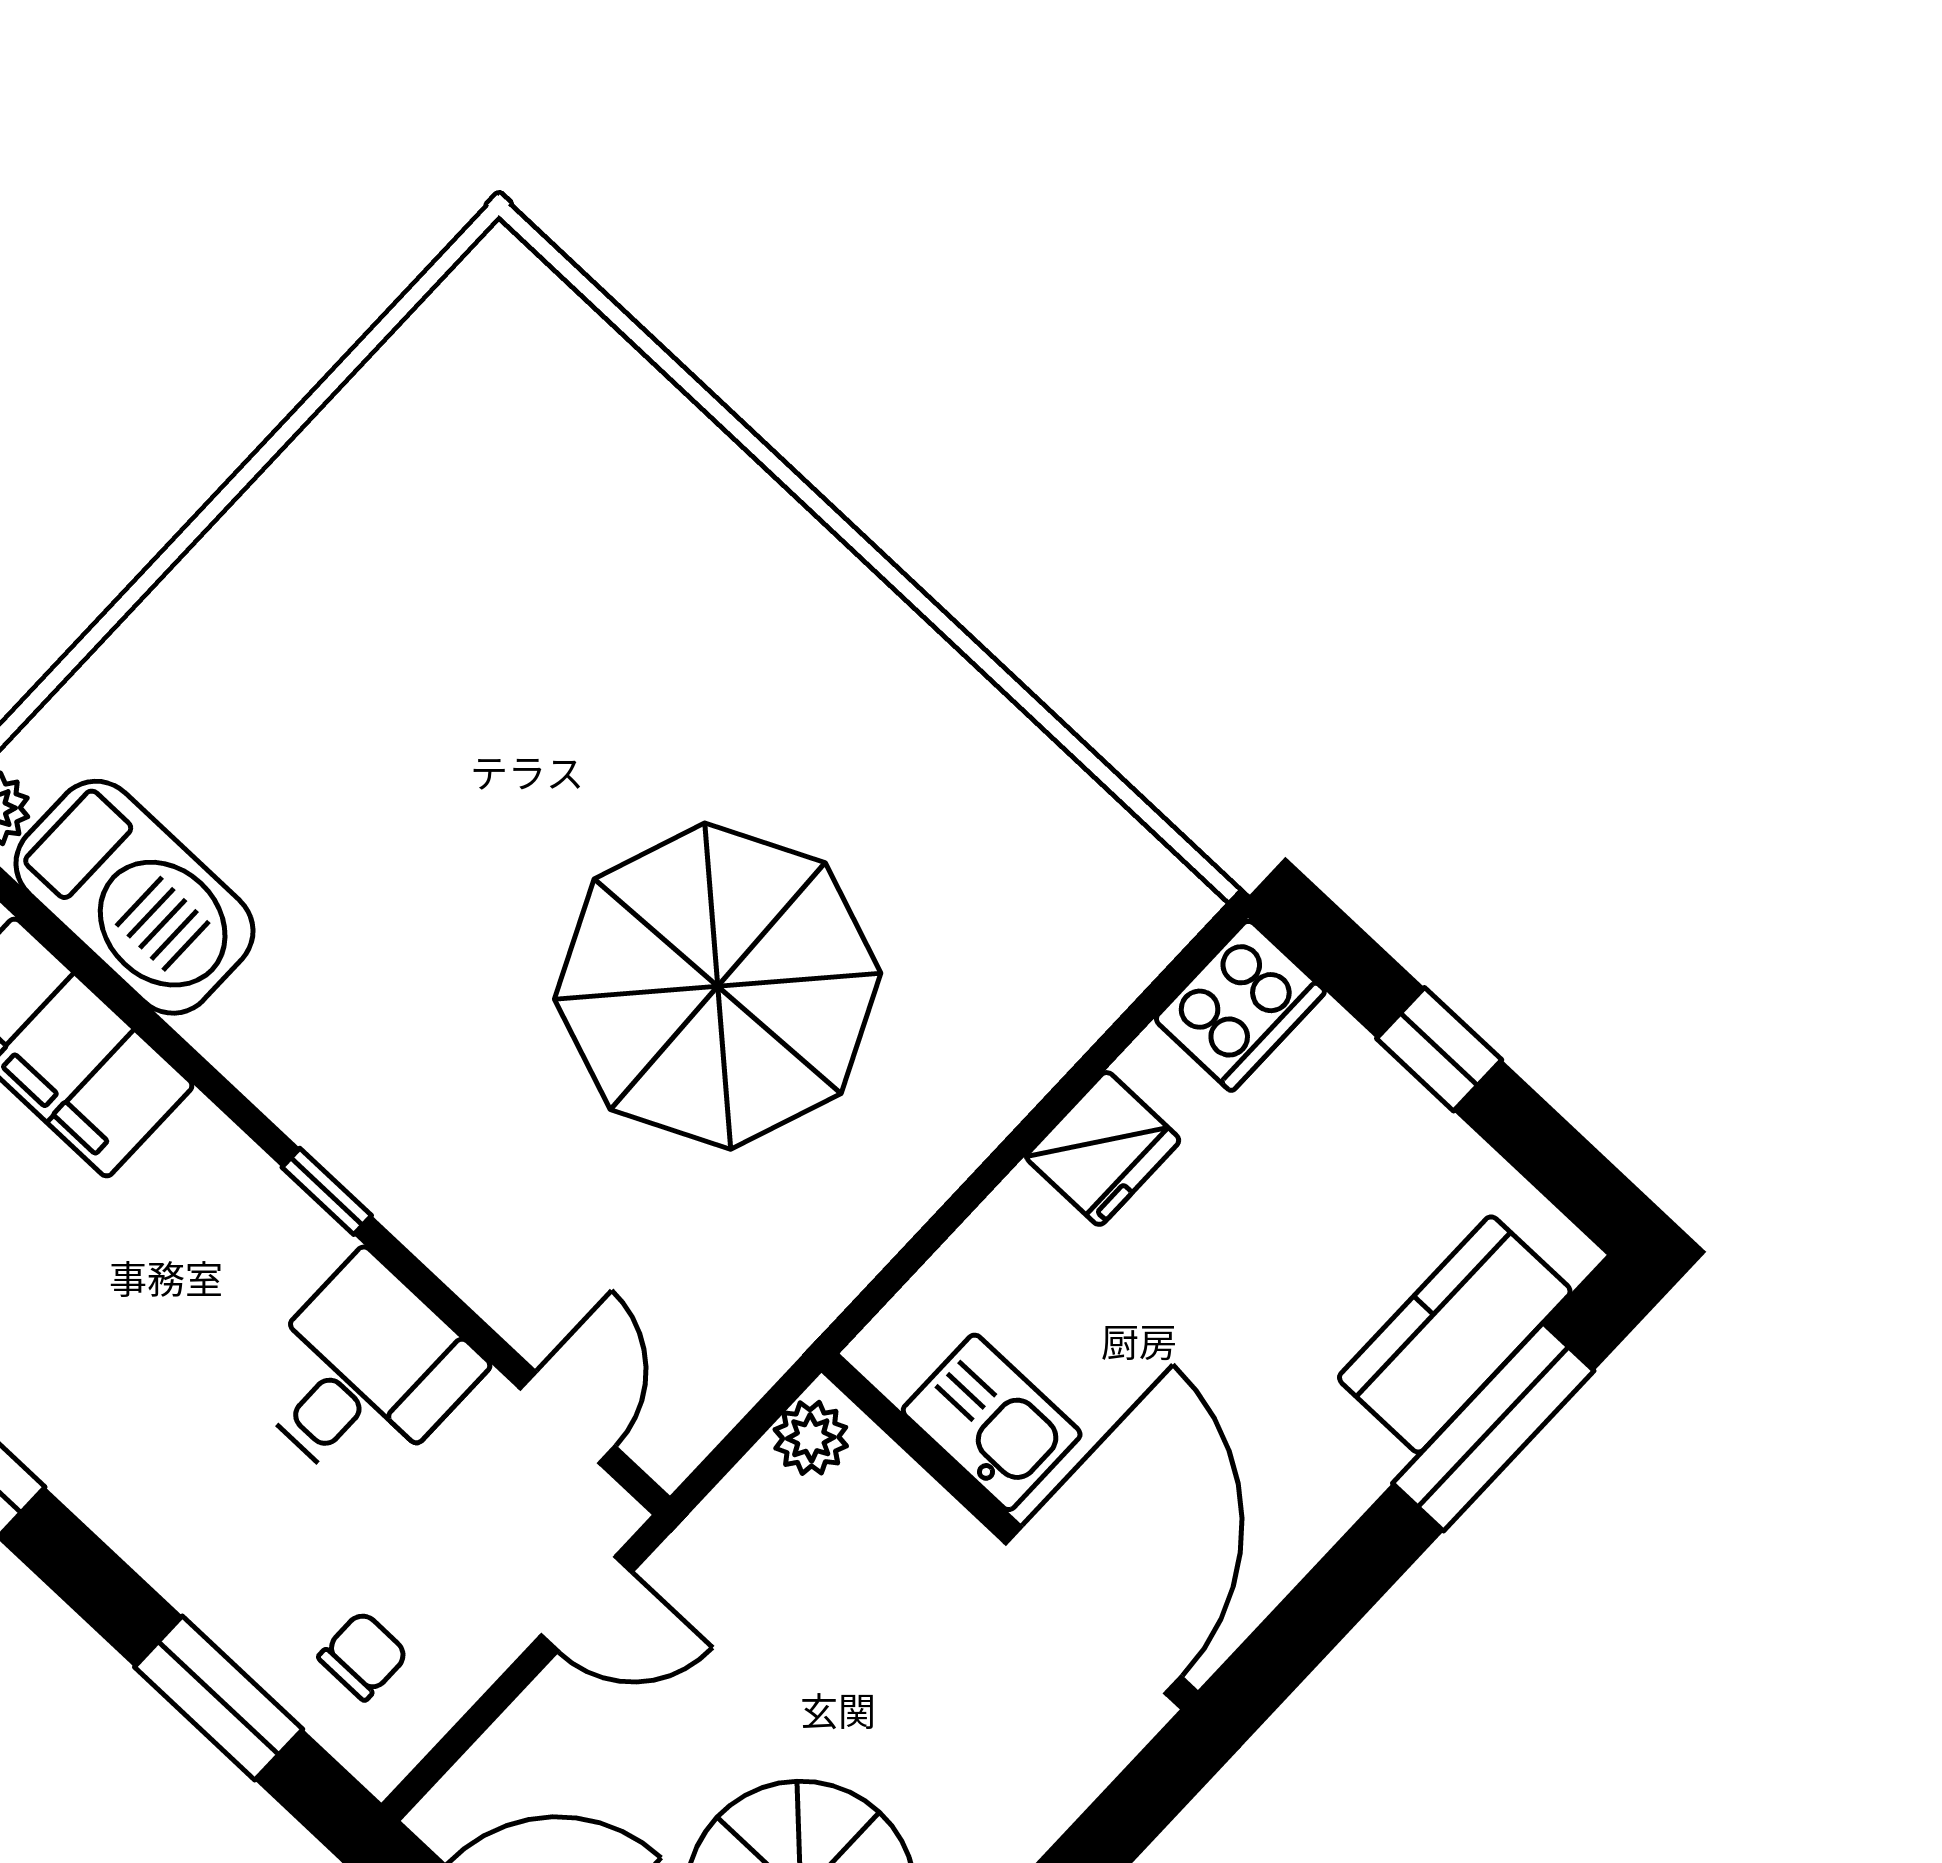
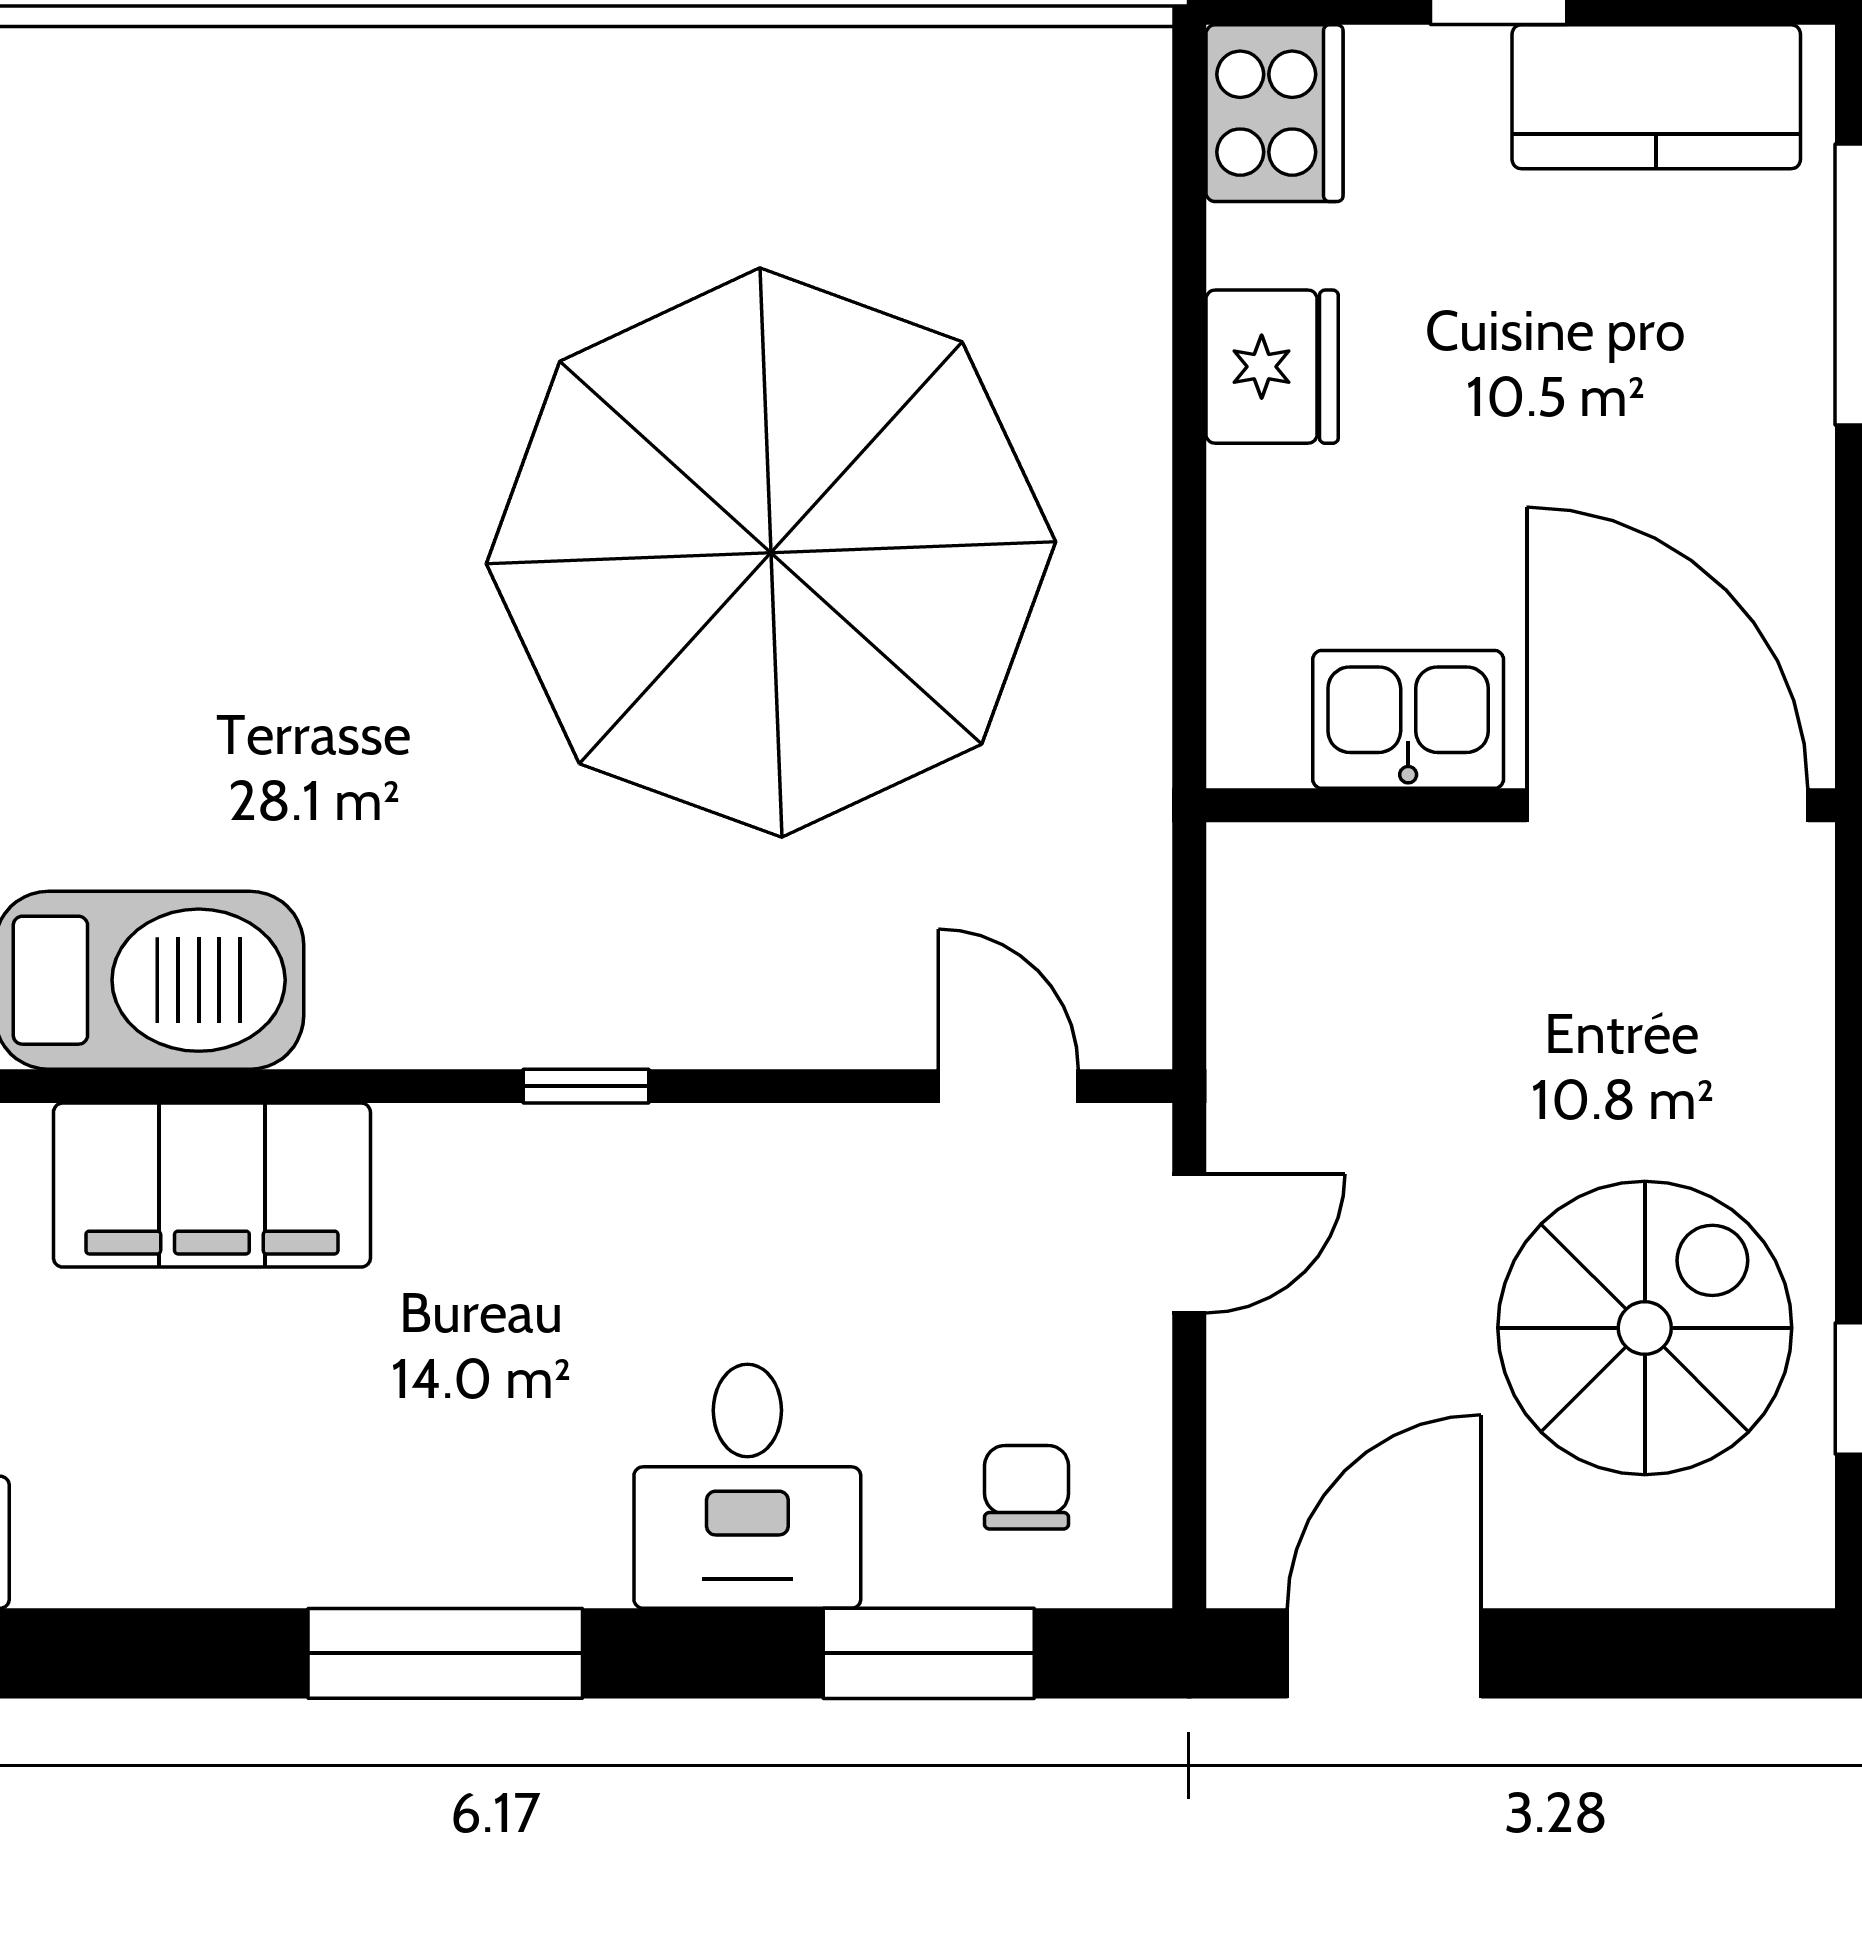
parasol: (718, 986) -> (771, 553), width x1.36, depth x1.36
kitchen counter: (1455, 1334) -> (1656, 97), moved, turned -90
desk: (363, 1374) -> (747, 1486), moved, turned 180
plant: (811, 1438) -> (1253, 892), removed

